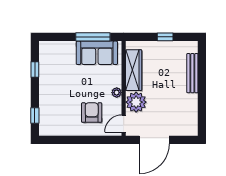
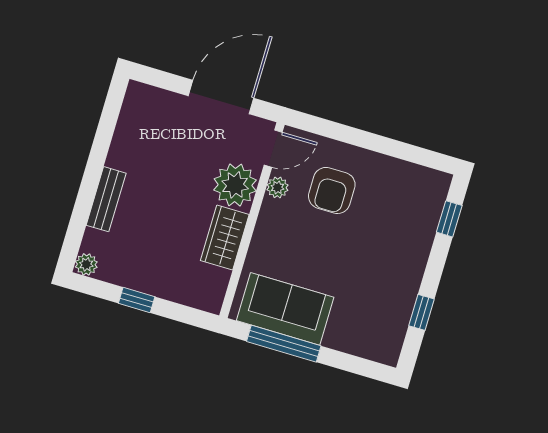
plant: (193, 46) -> (86, 264), added
wardrobe: (134, 70) -> (225, 237), width x0.67
bench: (192, 73) -> (106, 199), width x0.73
plant: (117, 93) -> (277, 187), moved

